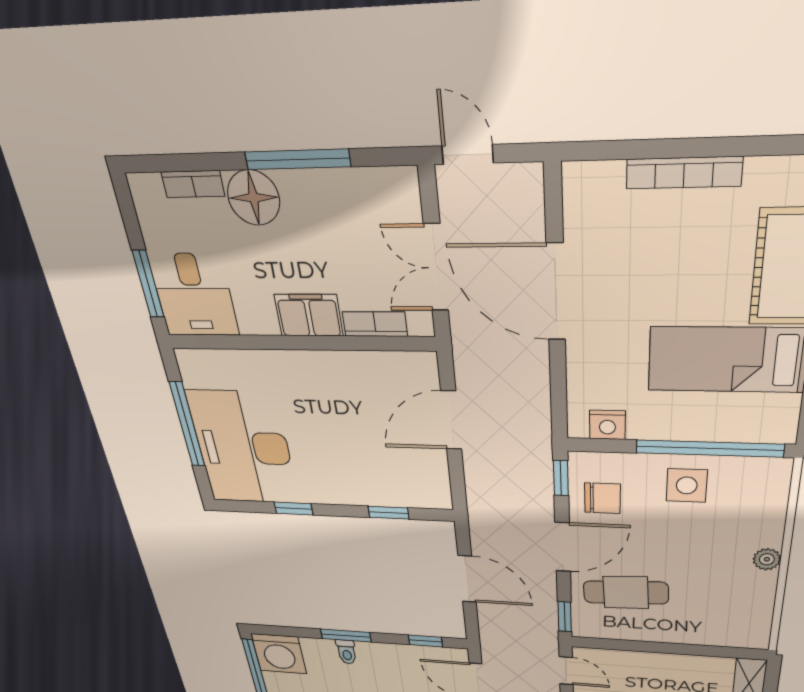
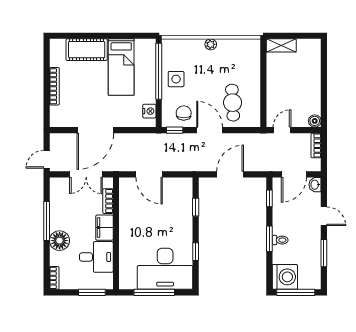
bookcase: (193, 184) -> (54, 278), moved
desk: (194, 295) -> (96, 257), moved
window: (565, 617) -> (249, 130), removed

